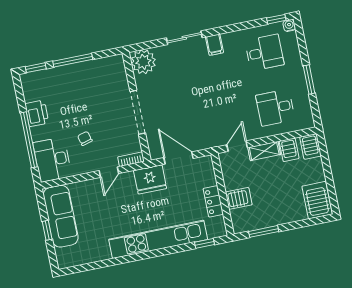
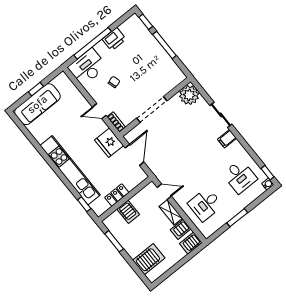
desk: (275, 108) -> (205, 204), turned -90
server rack: (317, 200) -> (149, 259), moved
sofa: (61, 216) -> (37, 104), moved

